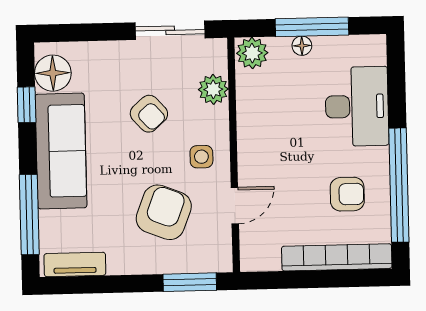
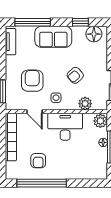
desk: (357, 106) -> (65, 127), moved, turned 180
sofa: (61, 151) -> (53, 37), width x0.73
armchair: (164, 212) -> (32, 81), turned -111
bookcase: (337, 257) -> (11, 137), moved

